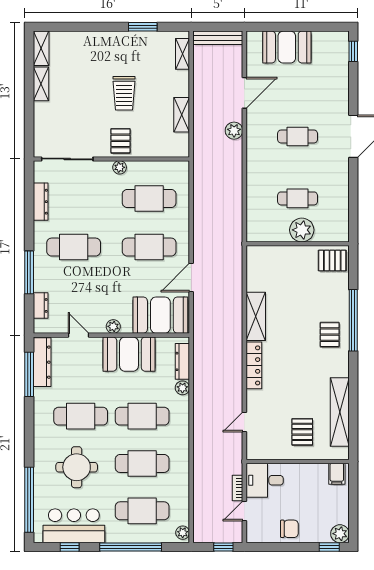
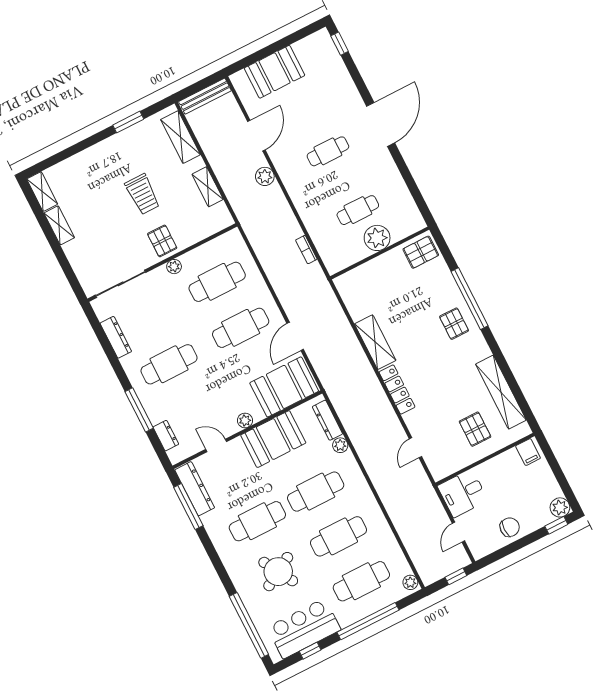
shelving: (182, 54) -> (180, 137), width x1.50, depth x1.33
round table: (77, 467) -> (278, 572), turned -30
bookcase: (238, 488) -> (306, 250), moved

